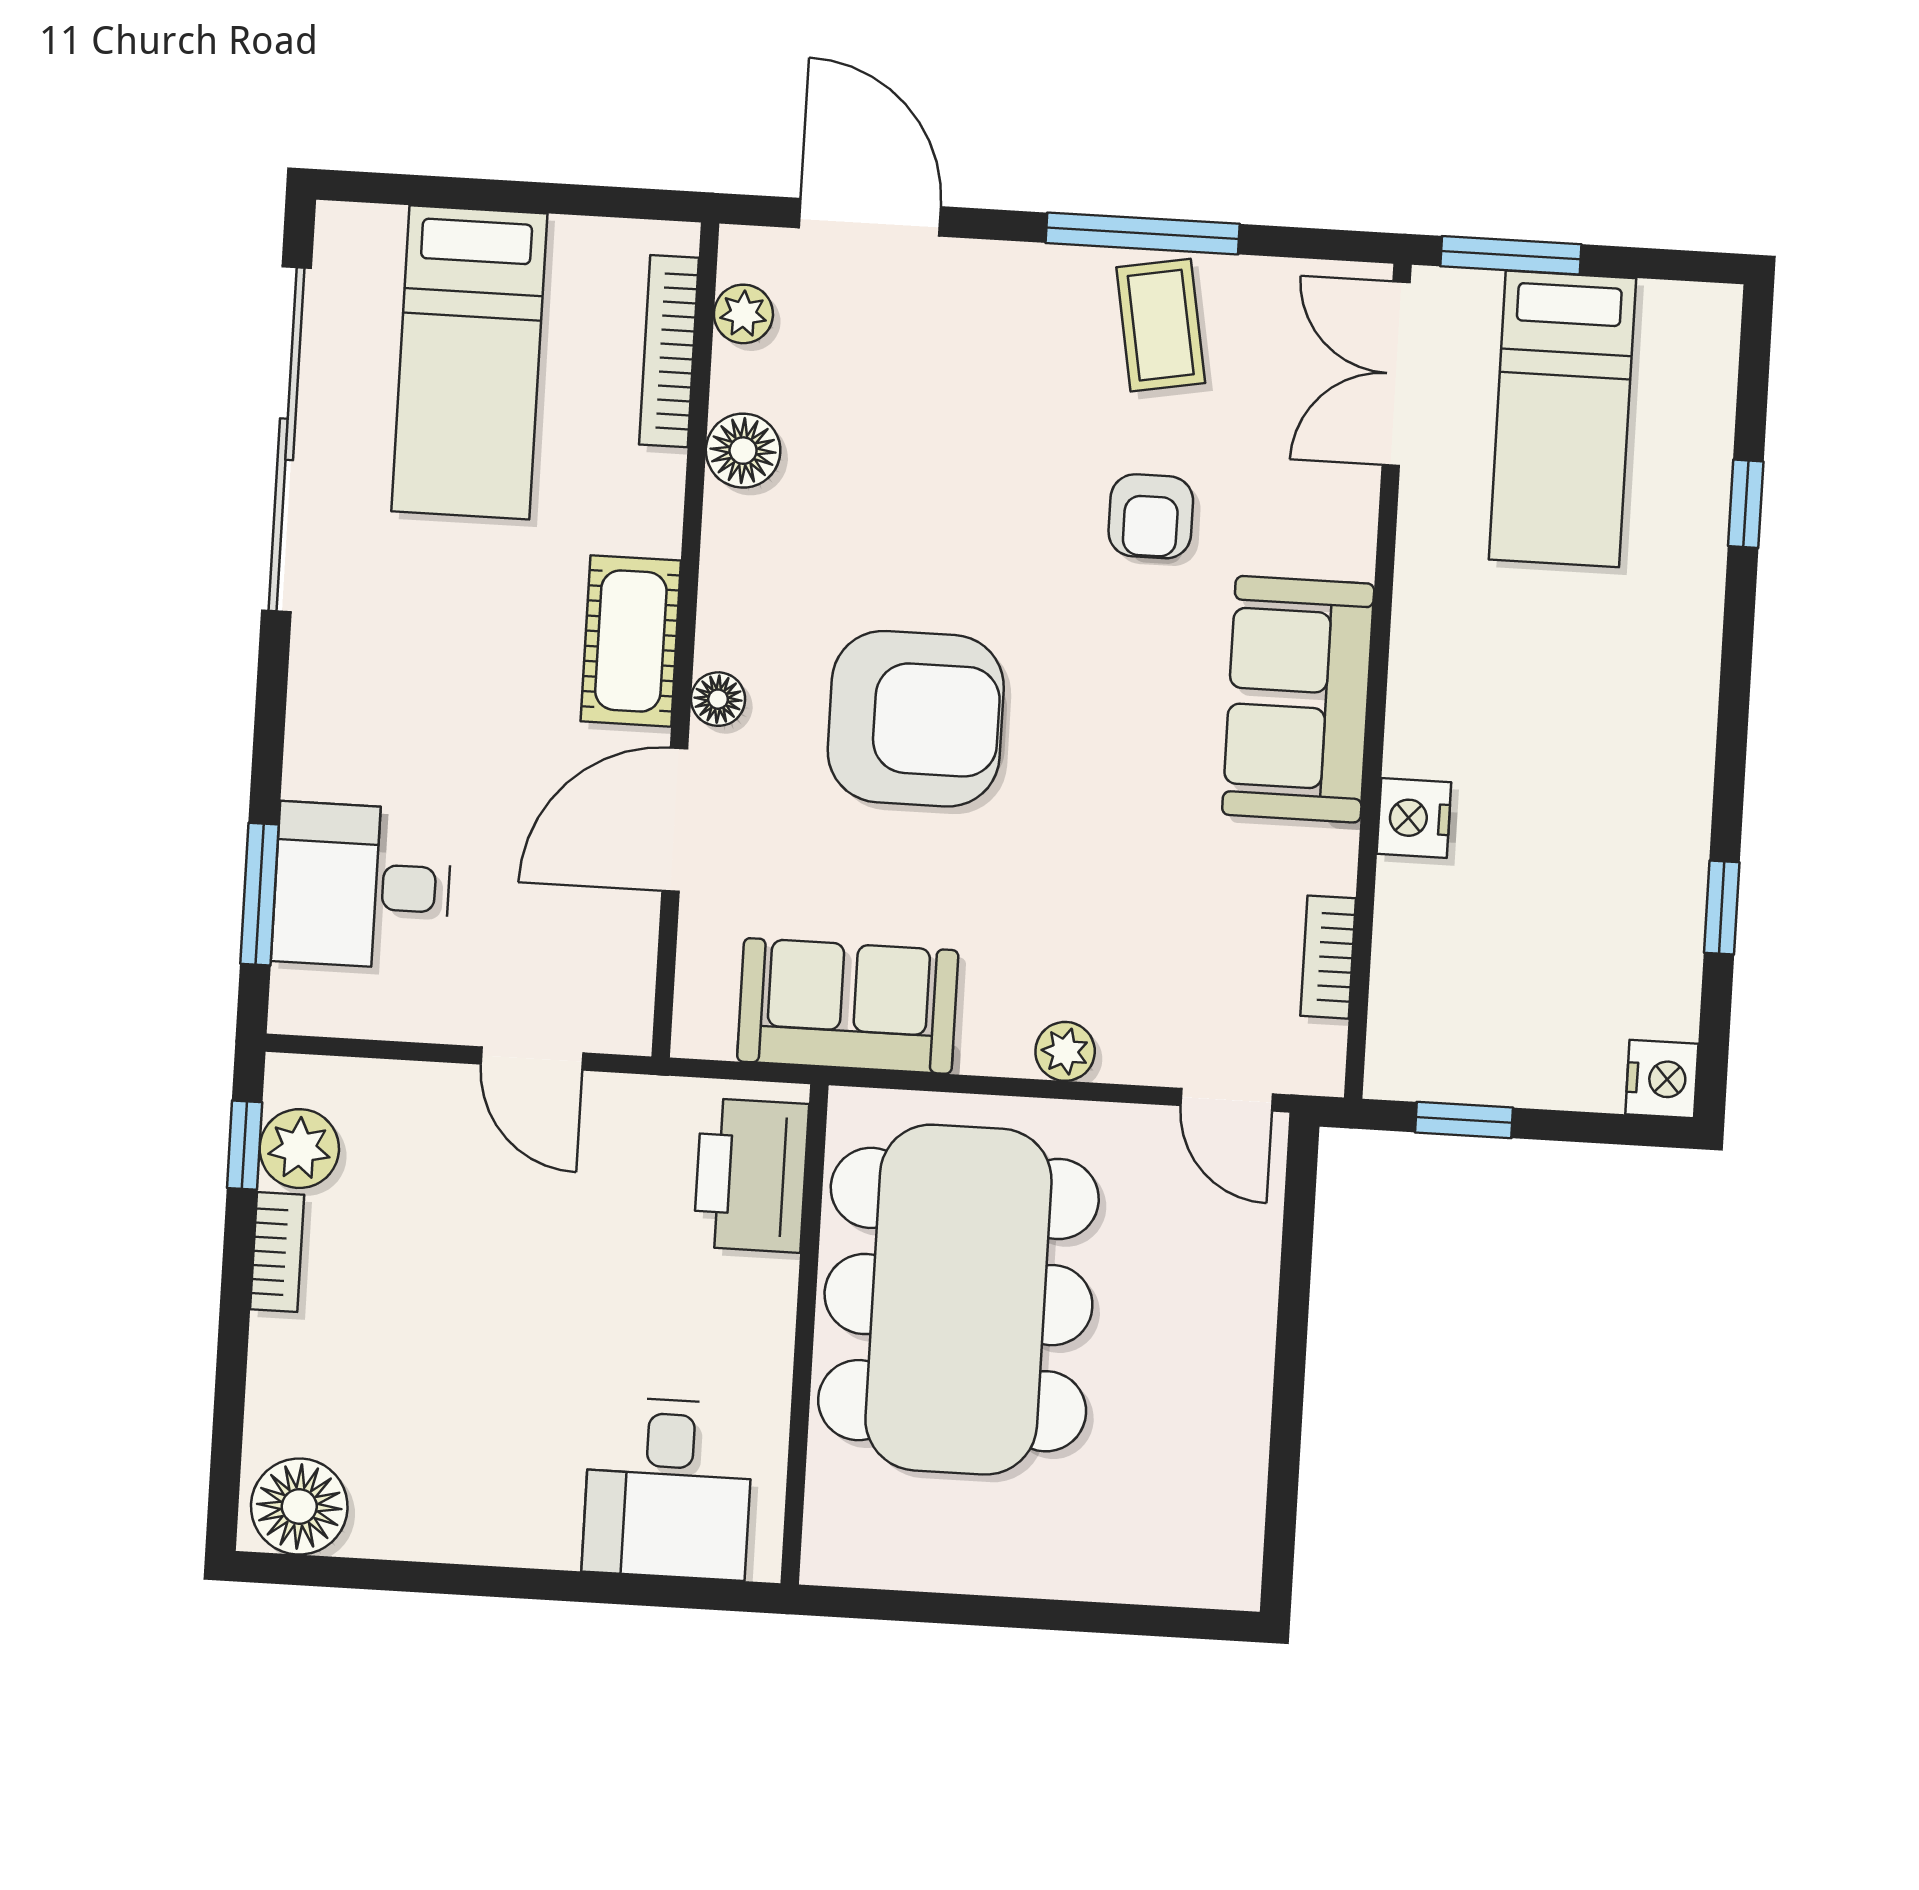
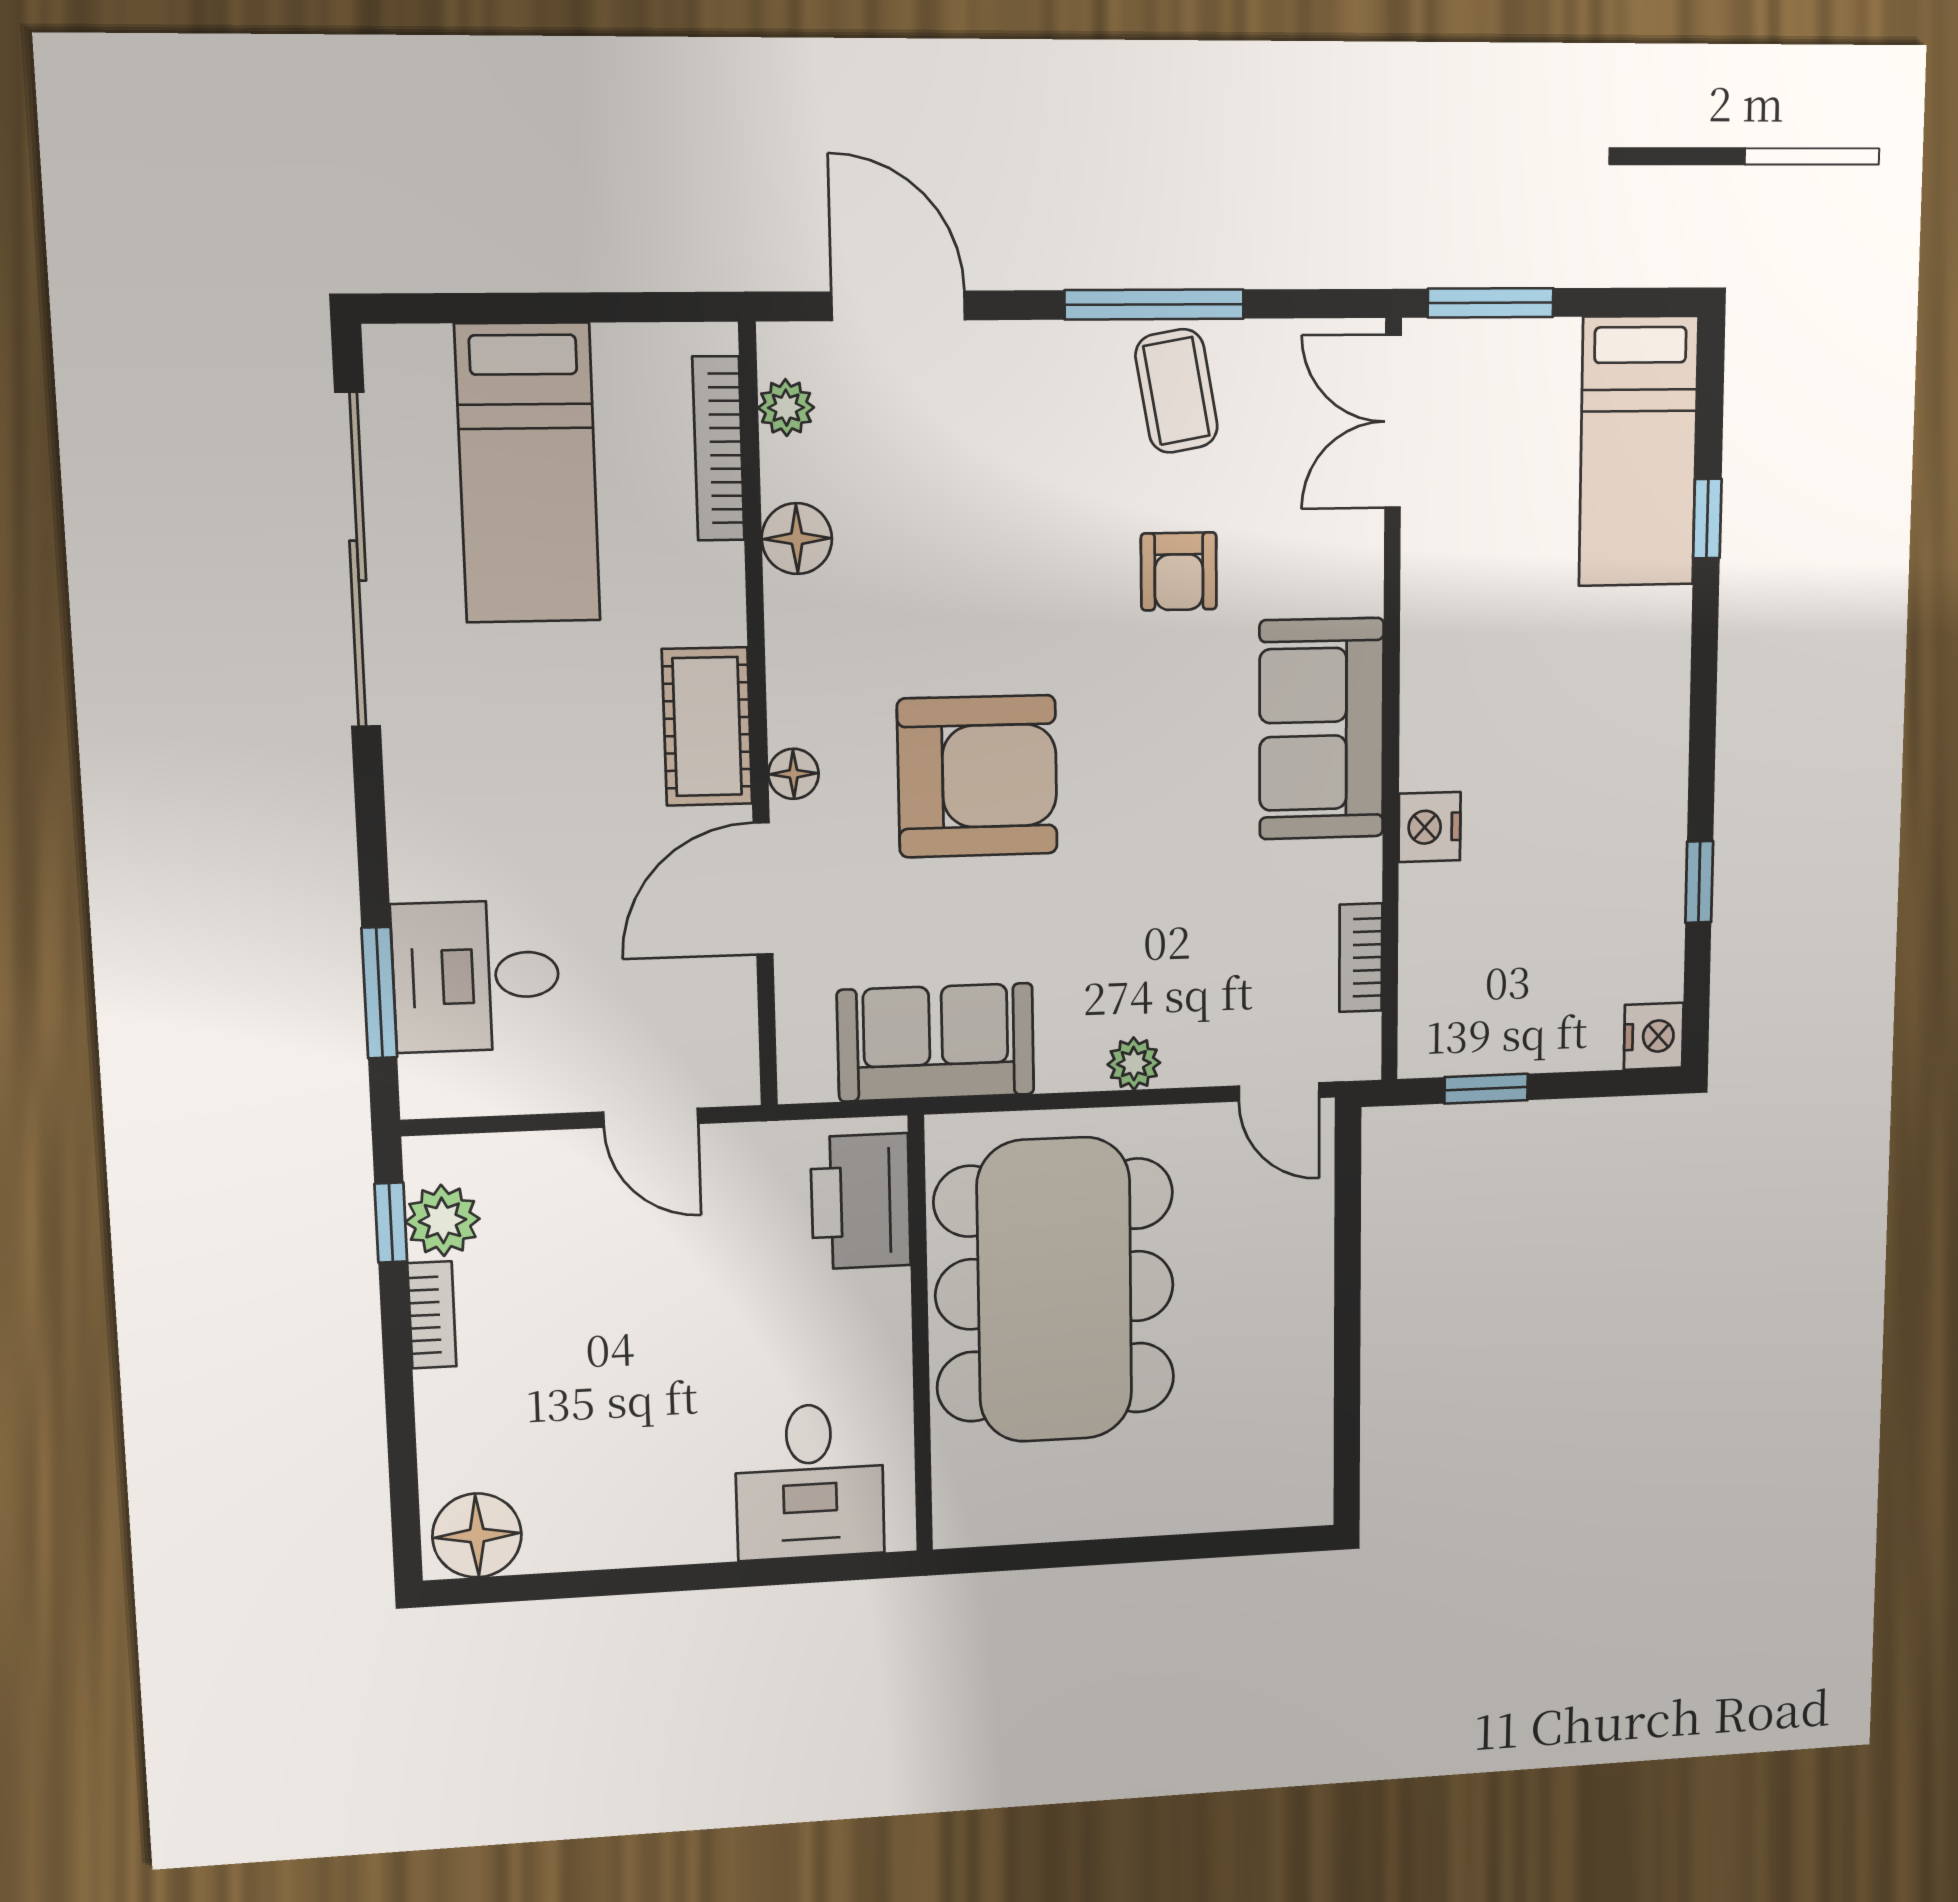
bed: (1562, 419) -> (1638, 451), moved

